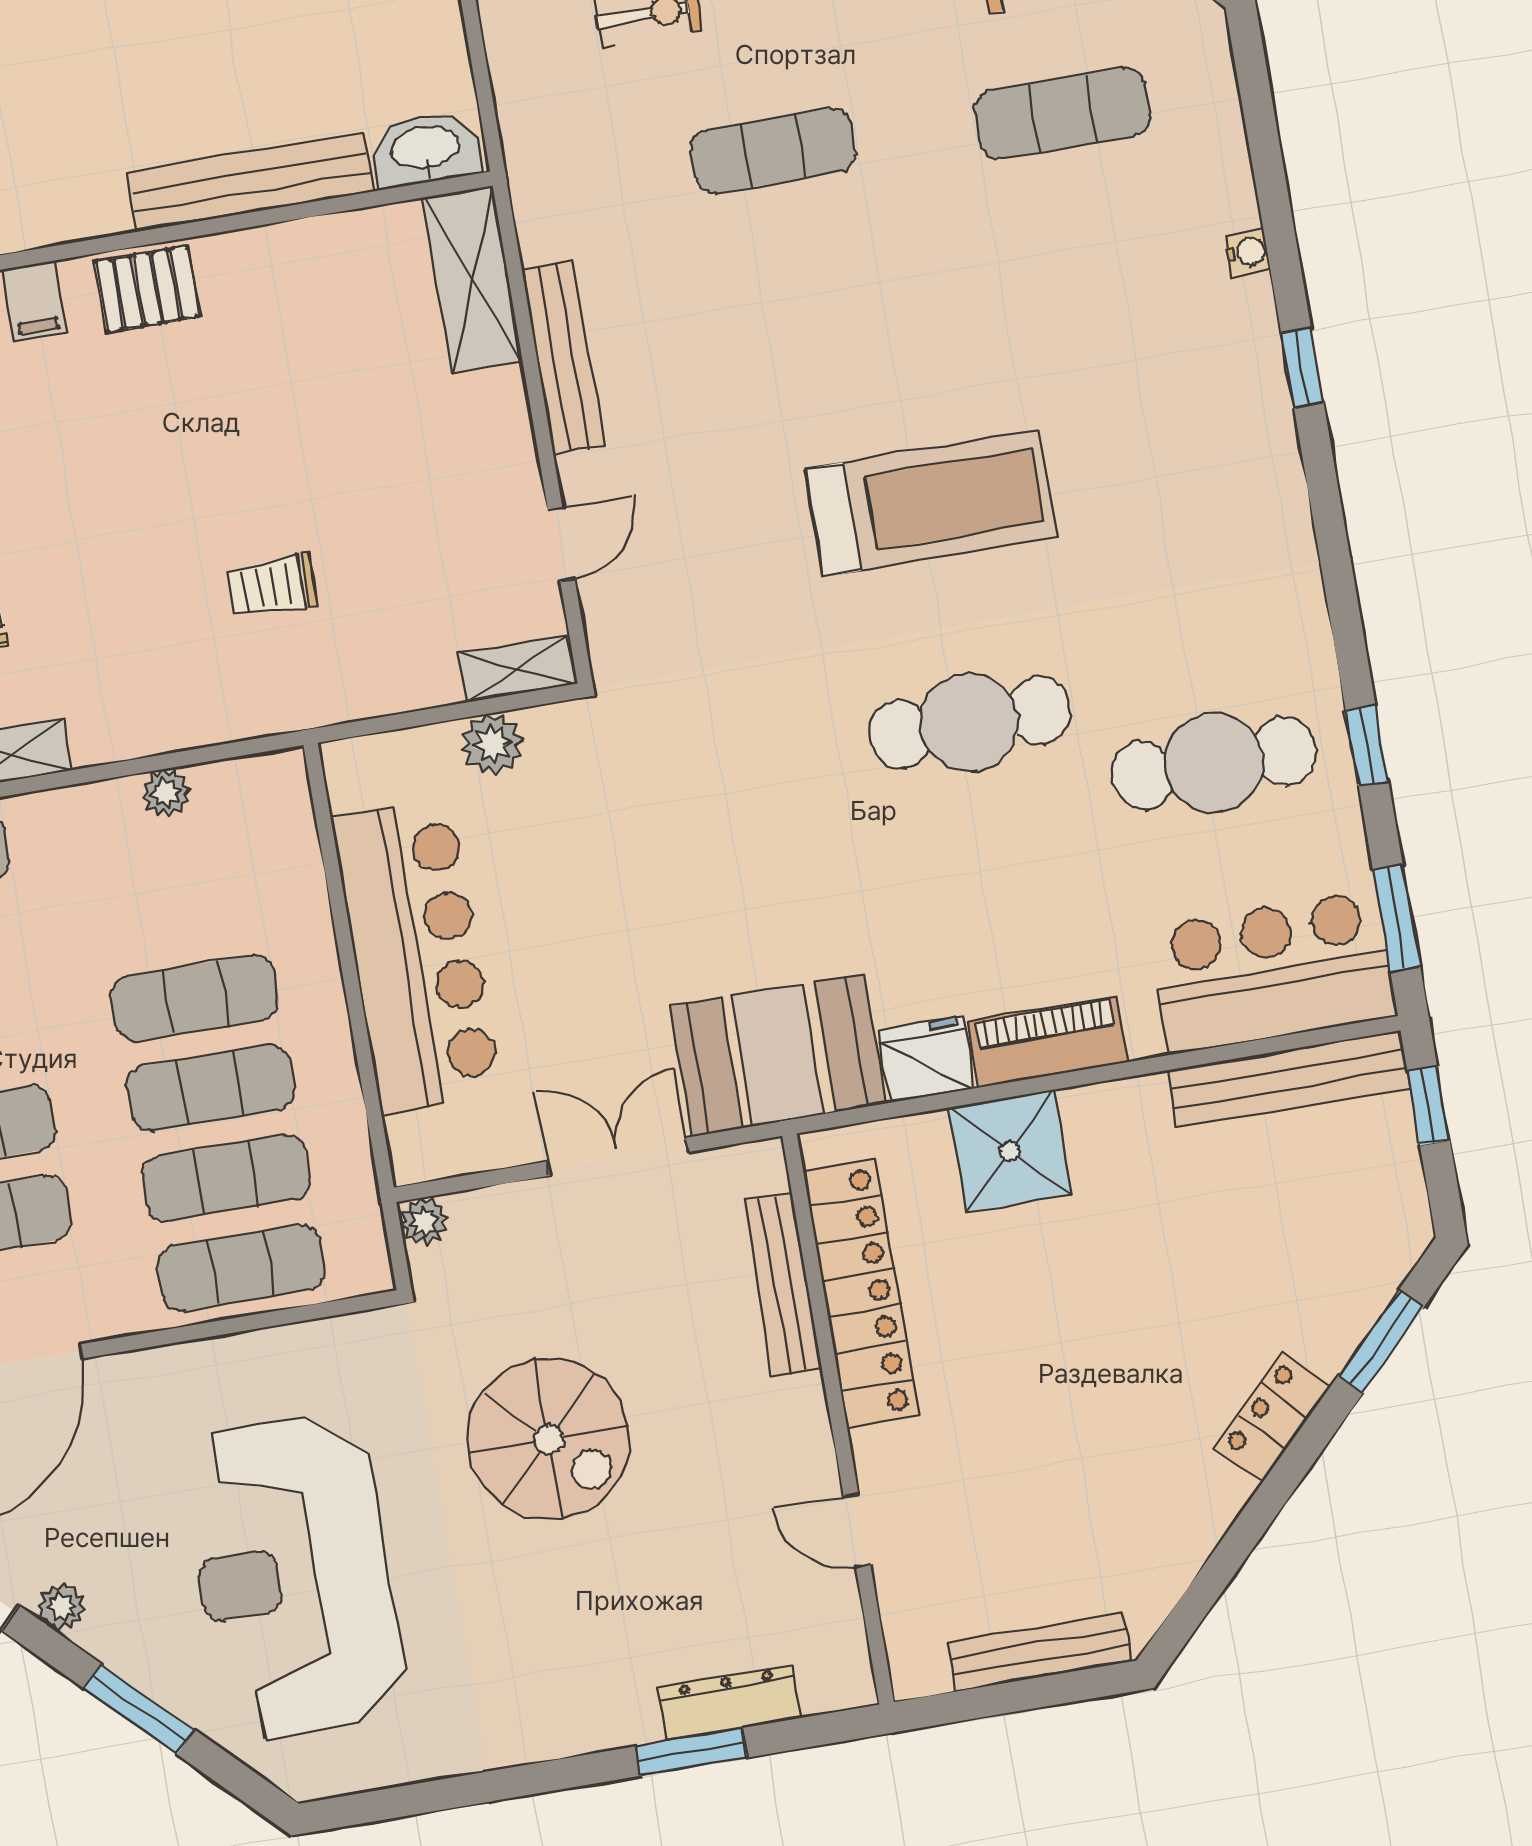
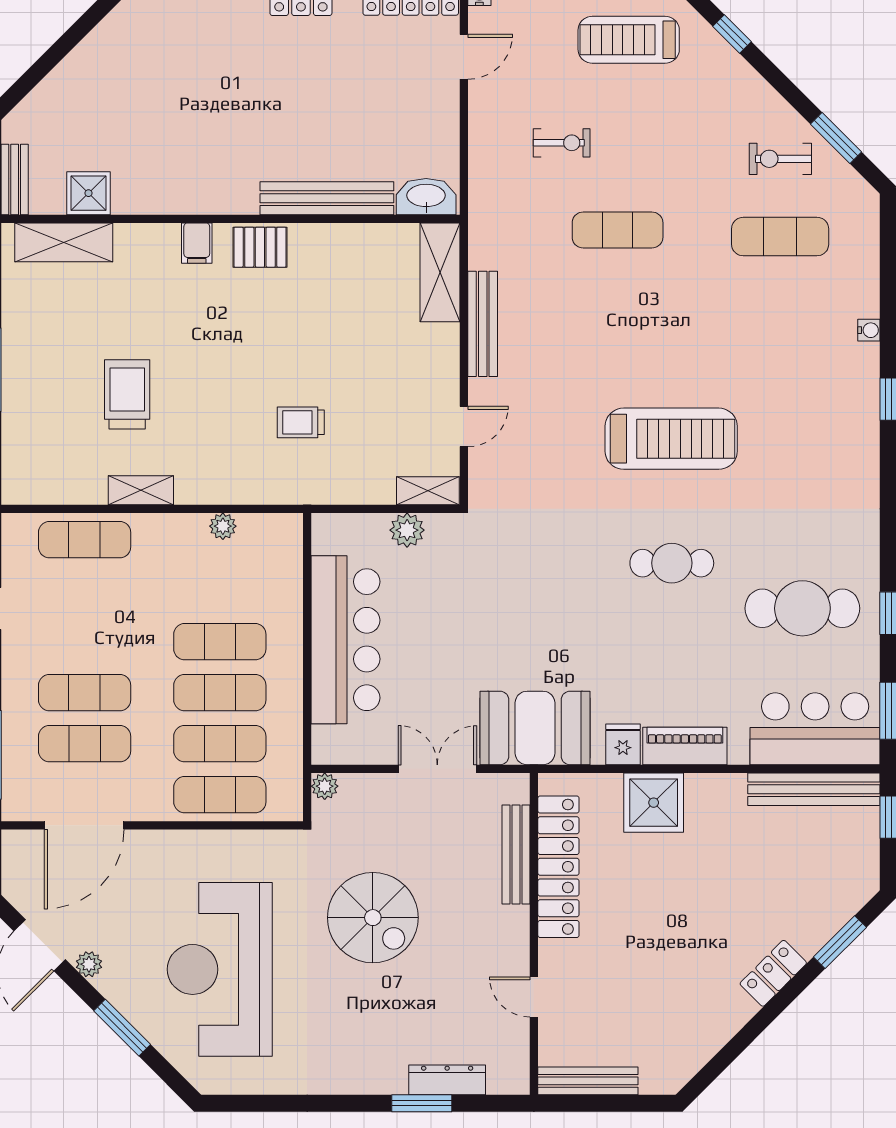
cafe table: (970, 723) -> (672, 563), width x0.73, depth x0.74
fridge: (926, 1059) -> (623, 744), width x0.72
bench: (1040, 1652) -> (588, 1081), moved

